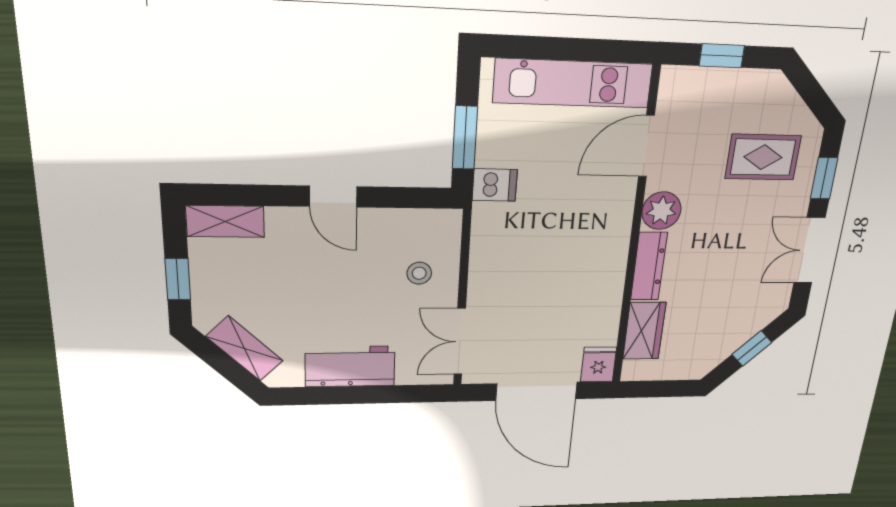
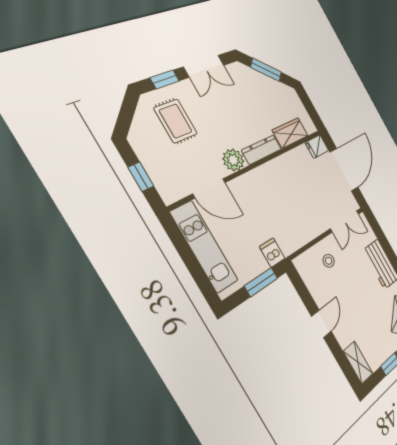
window: (752, 348) -> (266, 70), width x1.50

